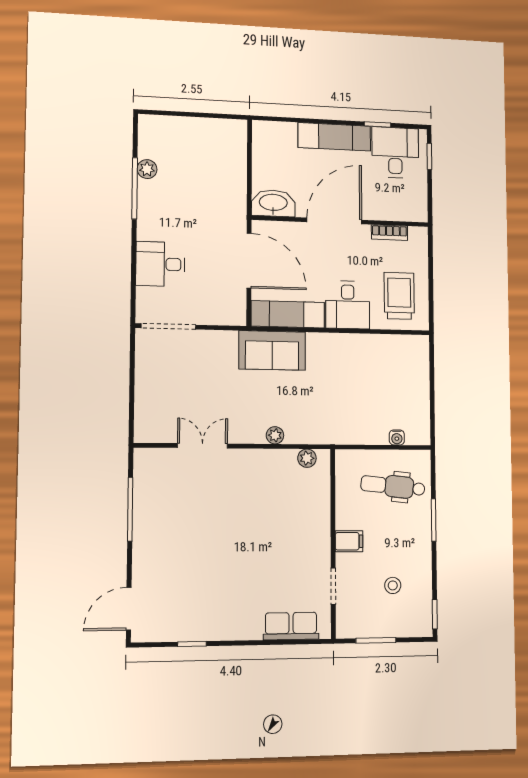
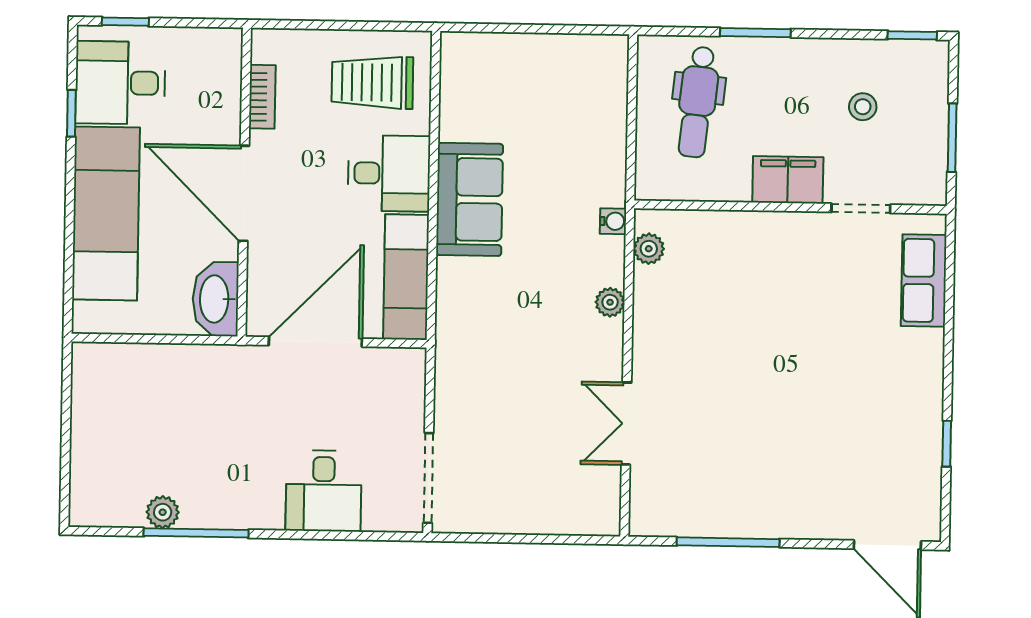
exam couch: (334, 137) -> (106, 213), width x1.36, depth x1.45
sofa: (272, 350) -> (470, 199), moved
water cooler: (397, 437) -> (613, 221), moved
filing cabinet: (349, 541) -> (788, 180), width x2.00

